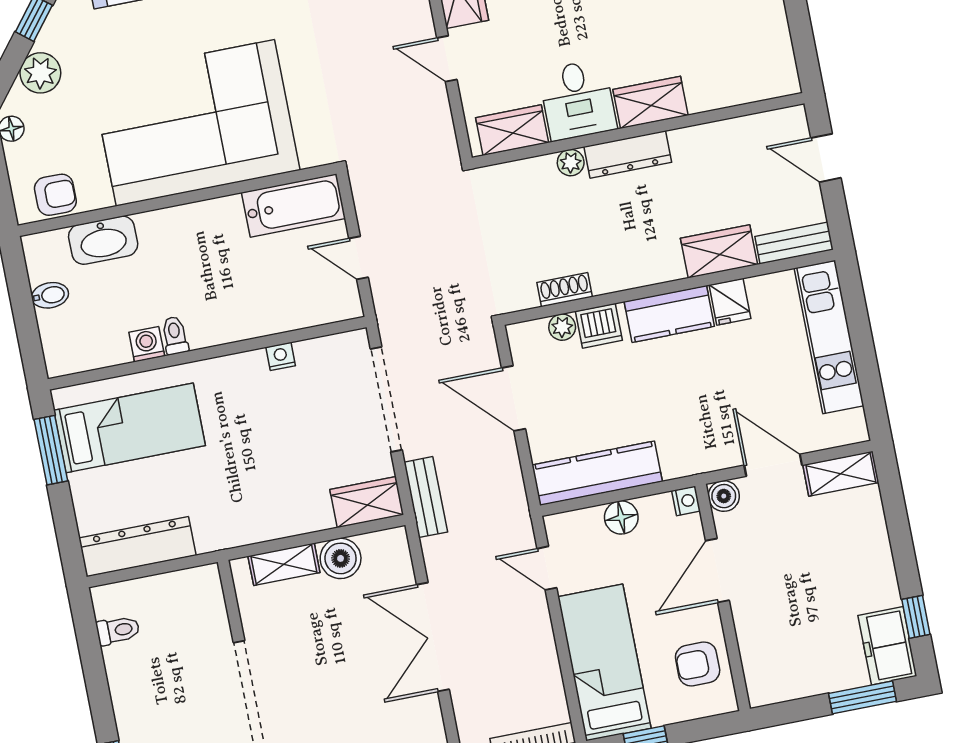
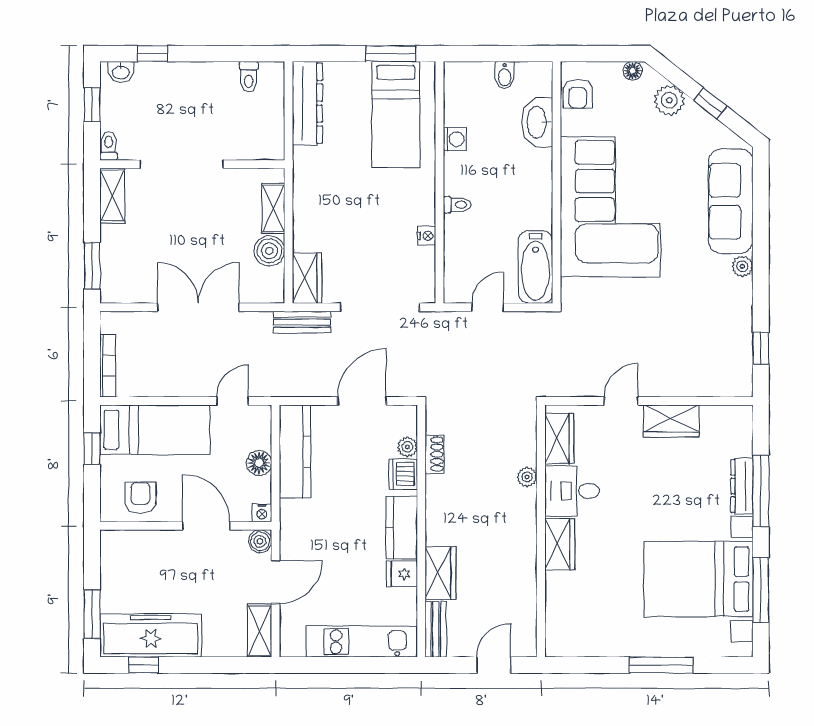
dresser: (628, 154) -> (525, 520), removed
toilet: (175, 335) -> (457, 205), moved
freezer: (887, 646) -> (151, 635), width x1.91, depth x1.26

